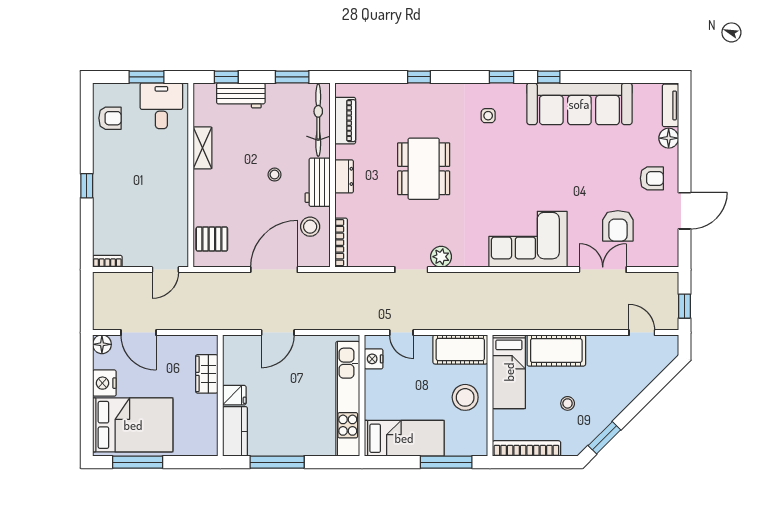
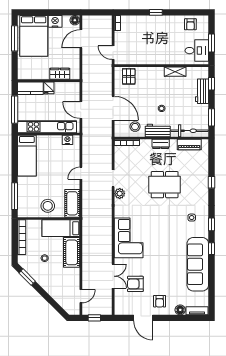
nightstand: (374, 359) -> (67, 140), moved
wall: (362, 396) -> (49, 134), moved
kitchen unit: (348, 399) -> (47, 127), moved
bed: (404, 438) -> (27, 156), moved

